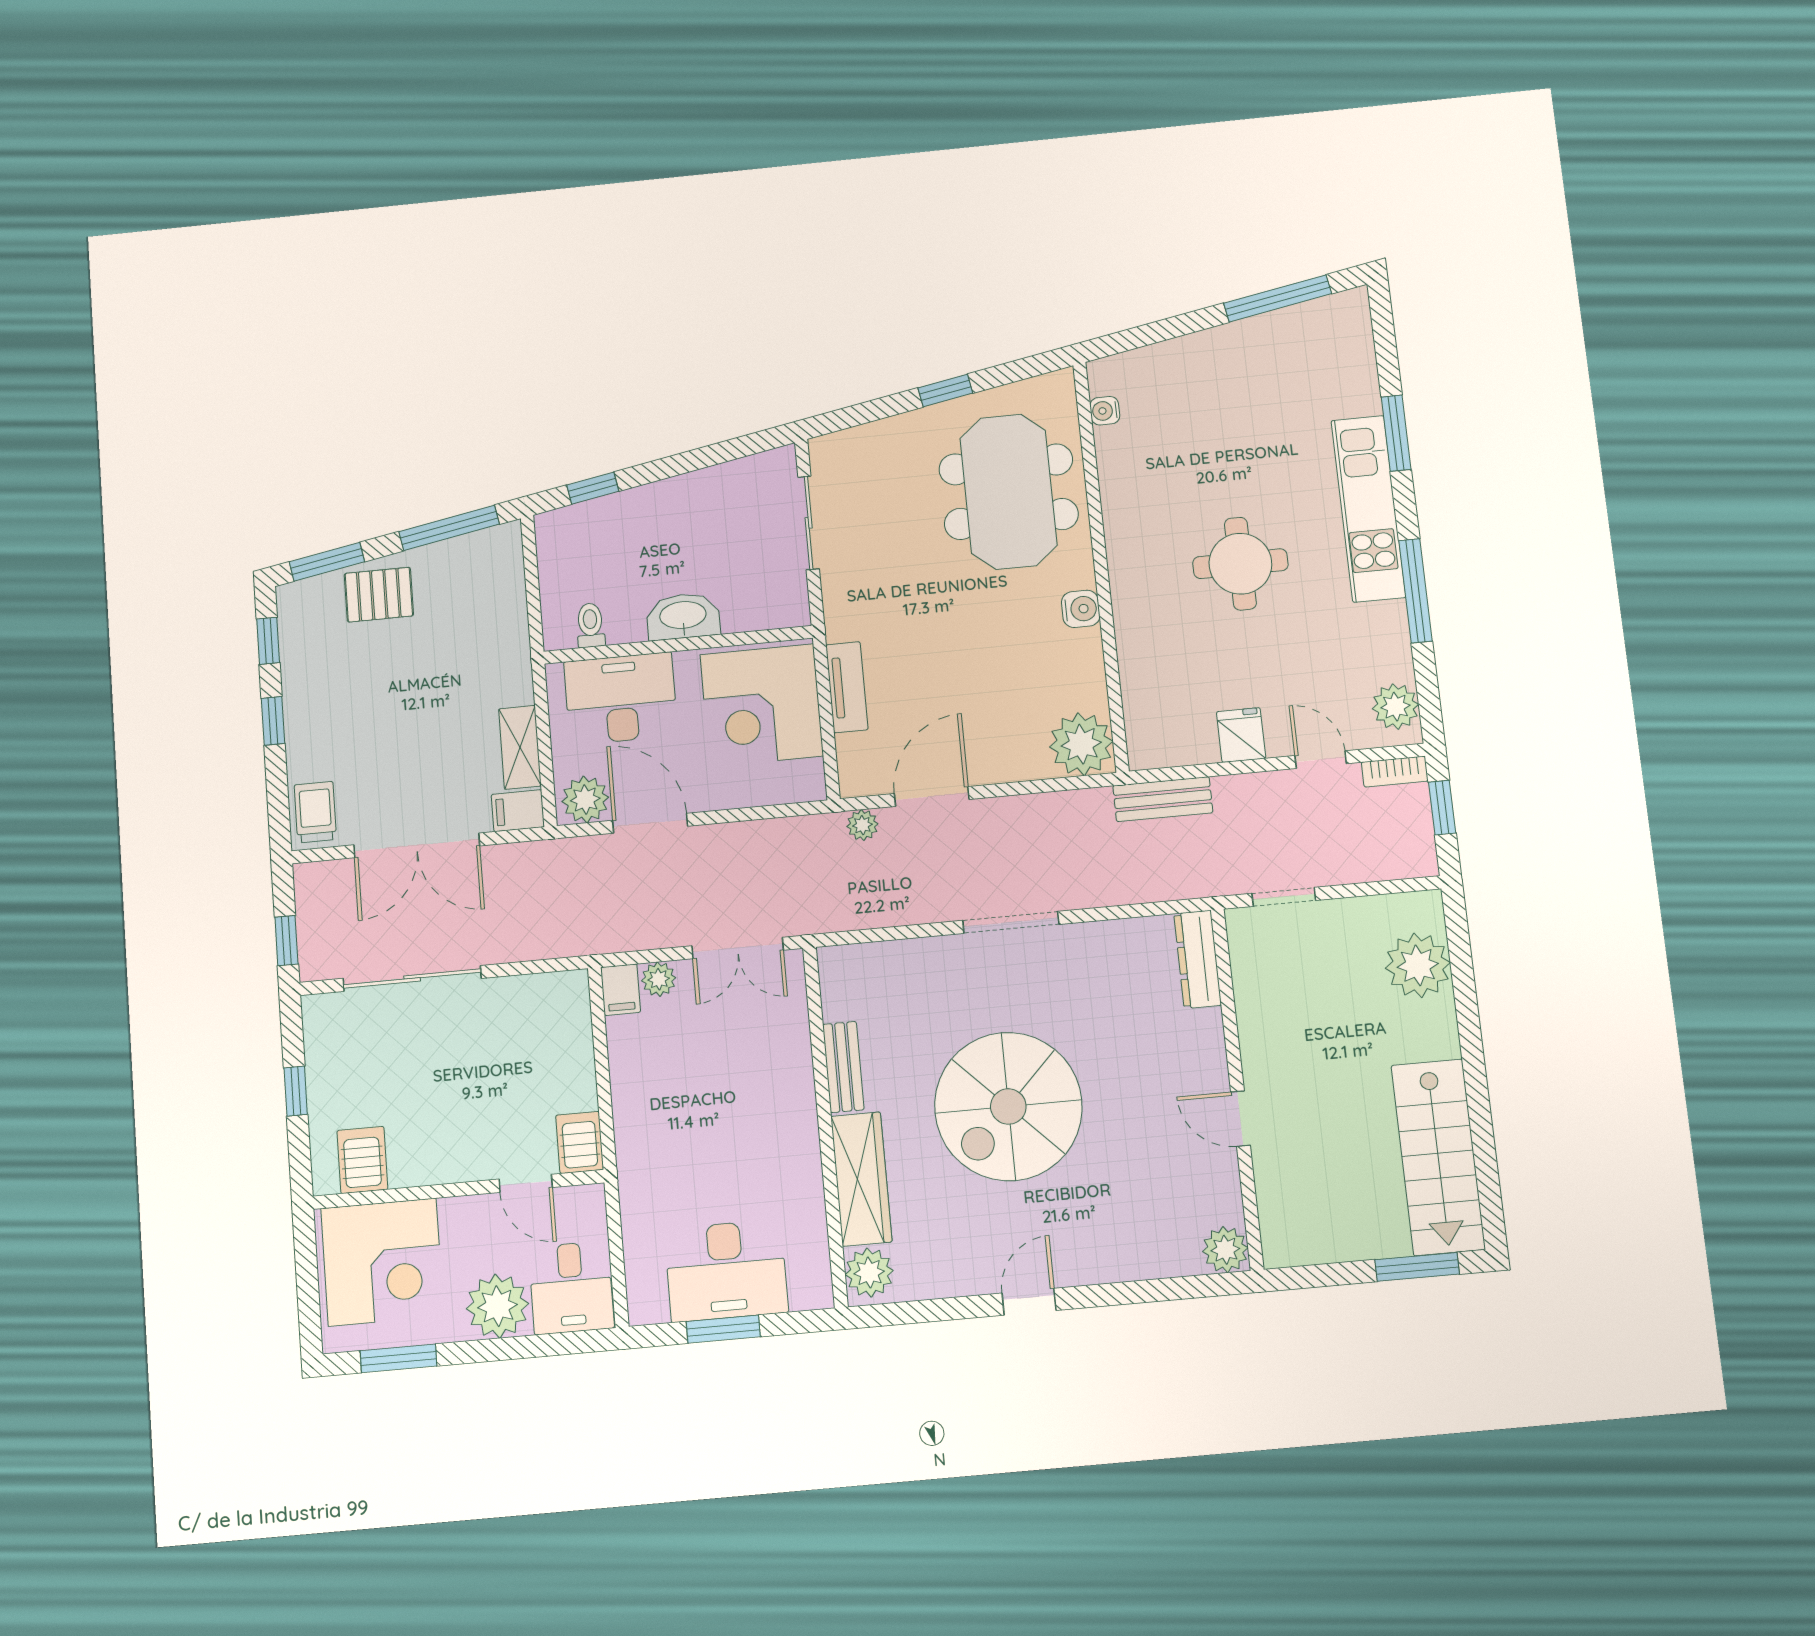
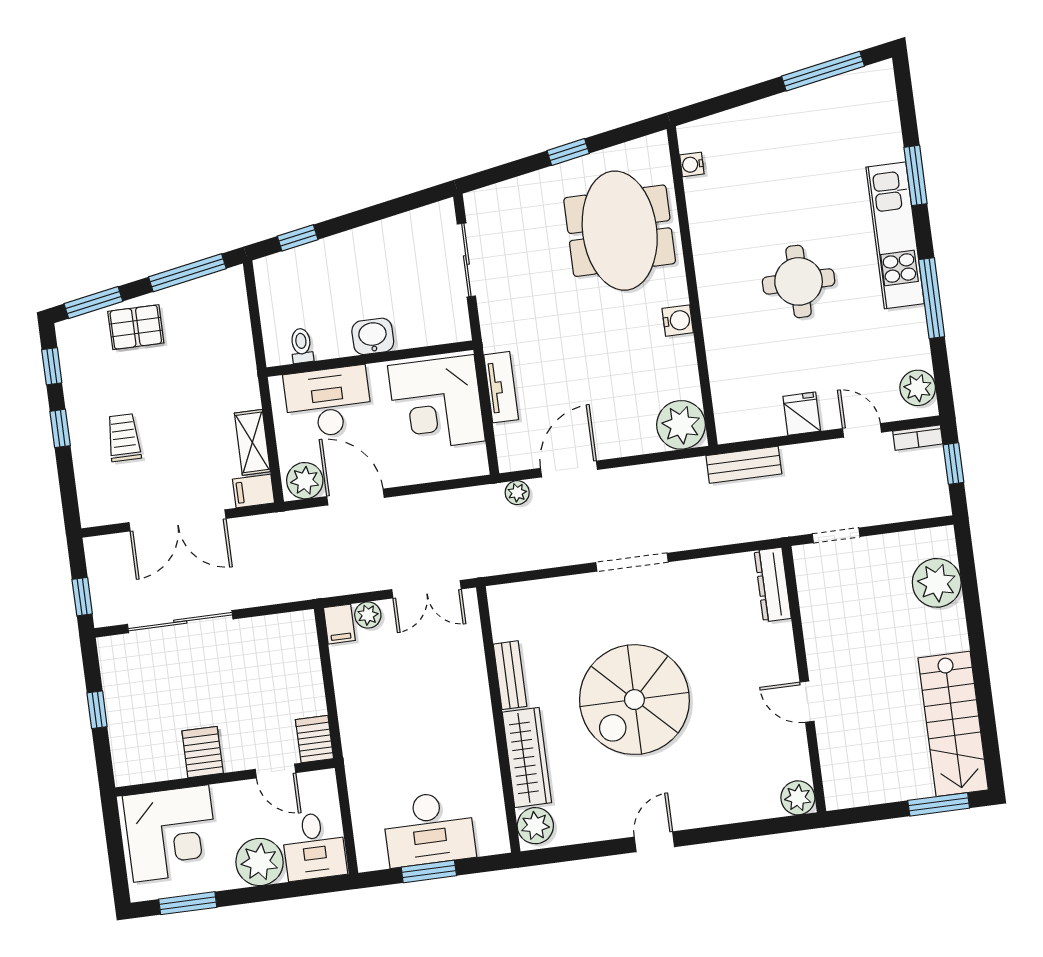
washbasin: (683, 616) -> (373, 336), width x0.72
trolley: (315, 812) -> (124, 438), moved
server rack: (362, 1160) -> (203, 752), moved

